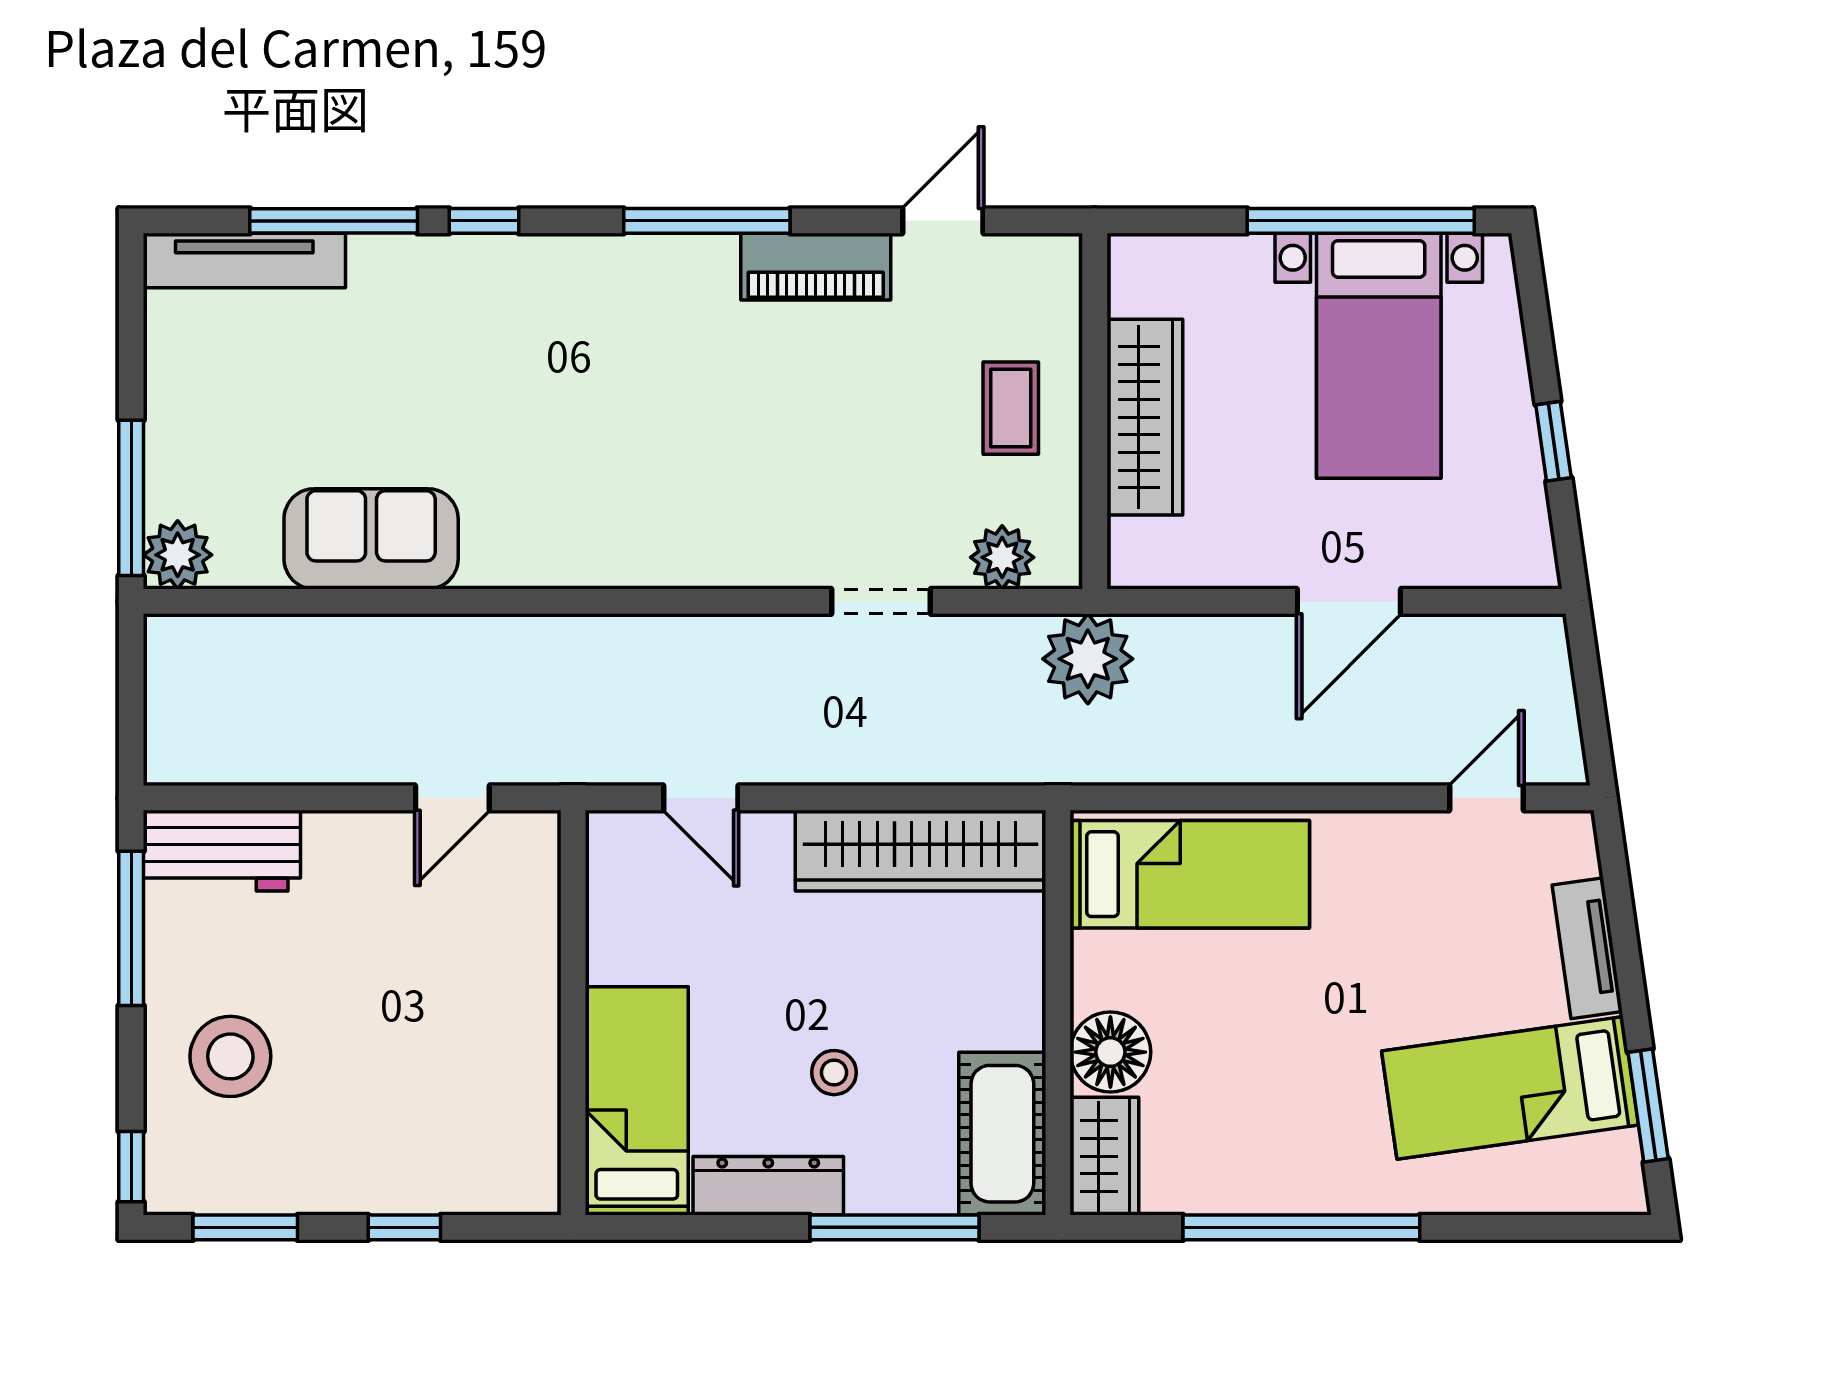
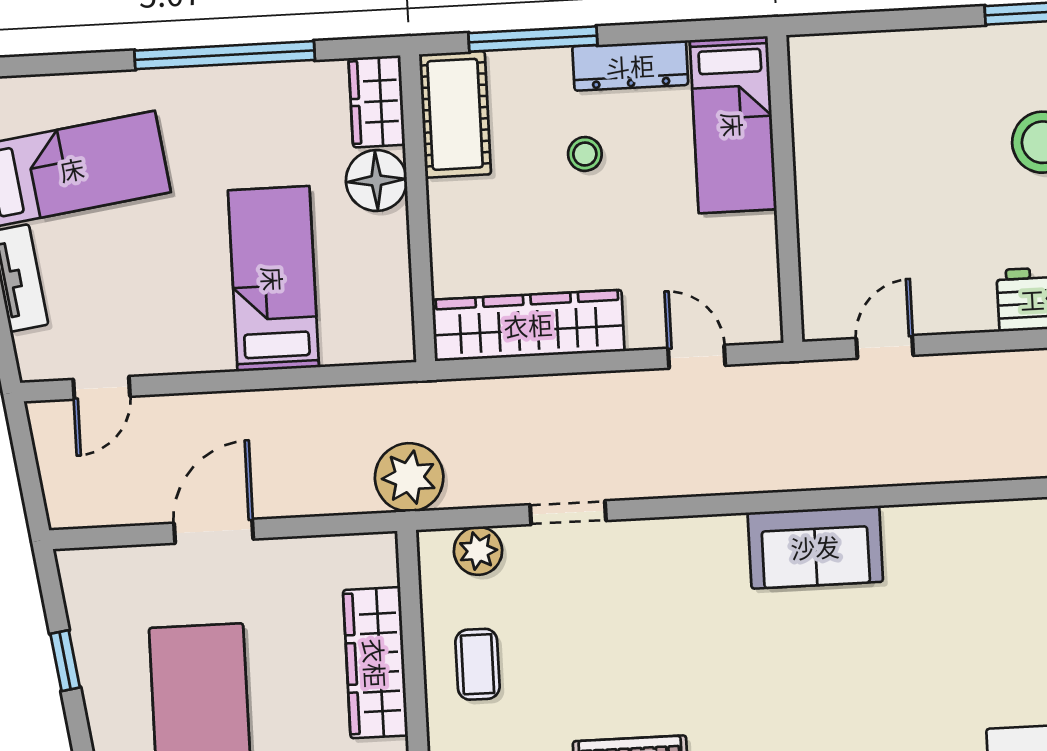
sofa: (371, 539) -> (815, 547), moved
bed: (1190, 874) -> (273, 279), moved, turned 90
window: (404, 1227) -> (904, 20), removed

